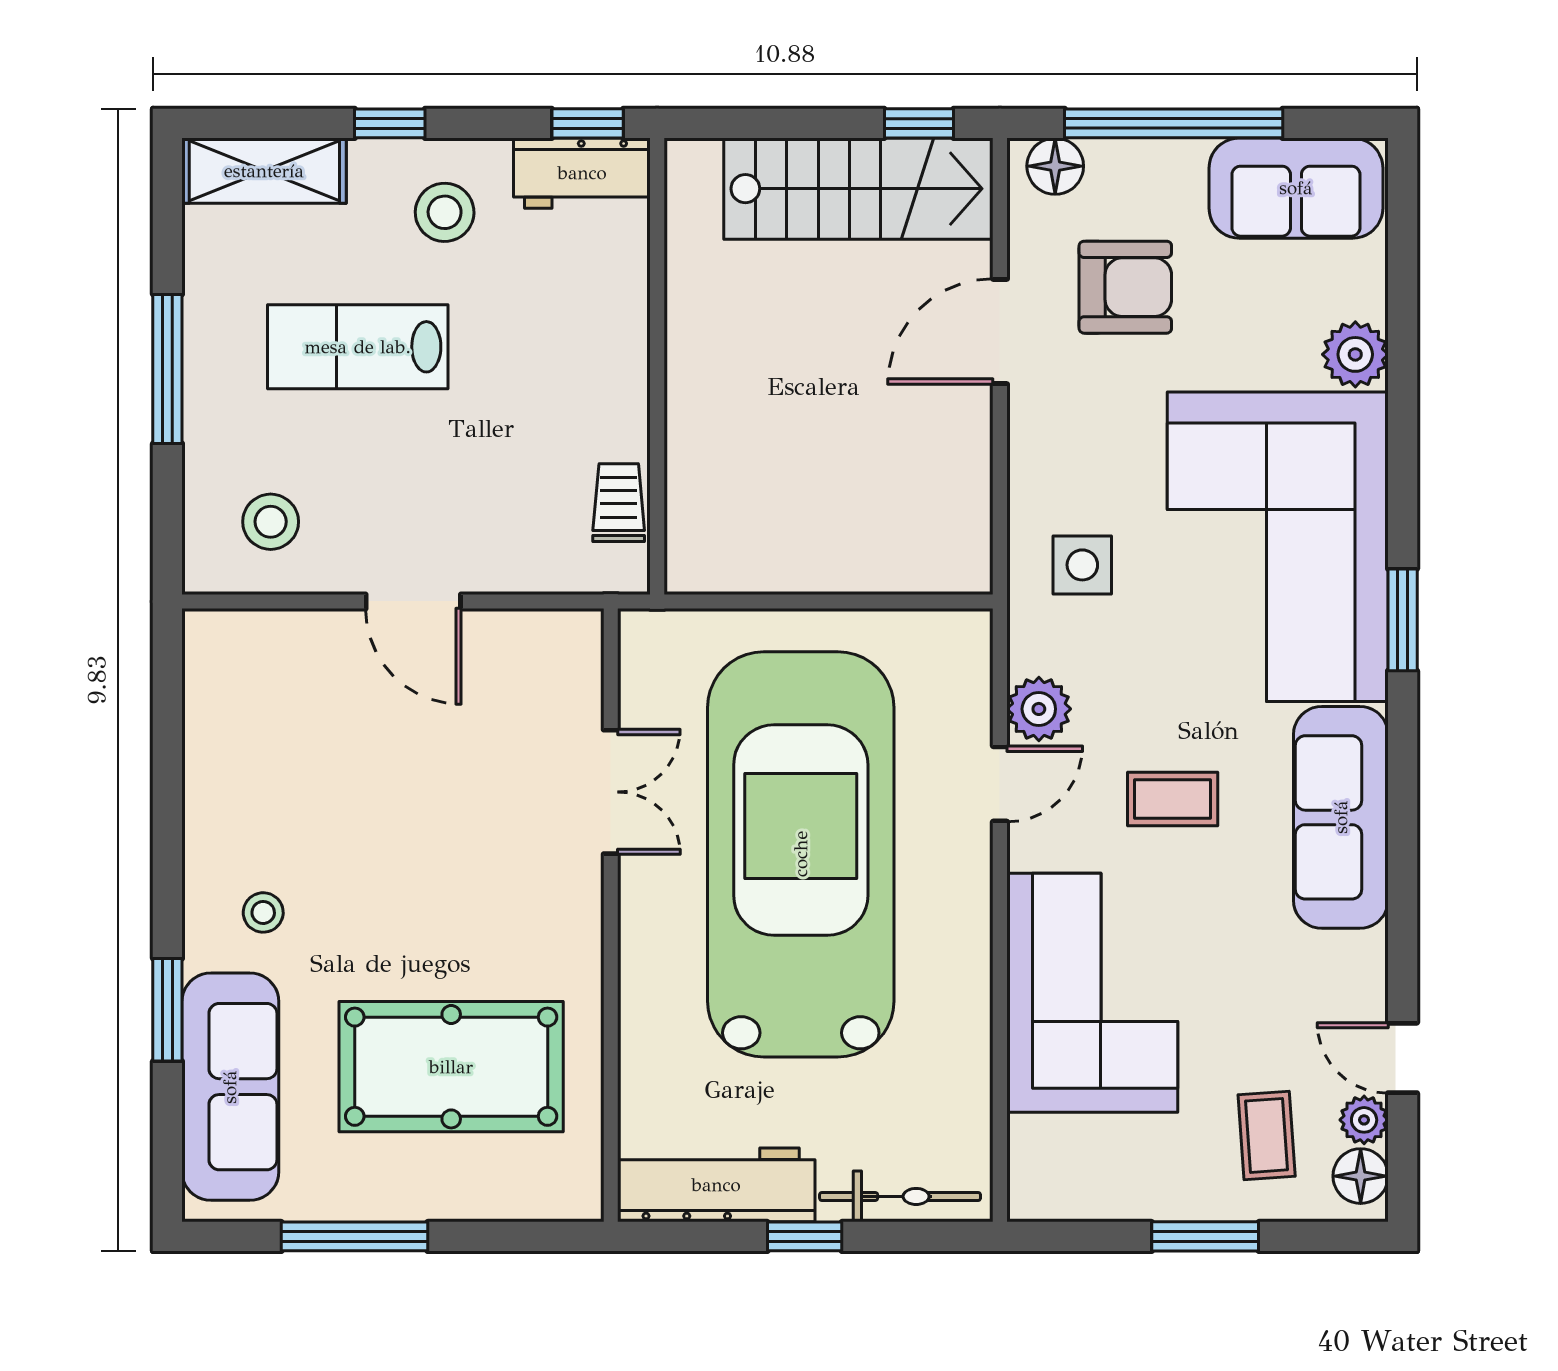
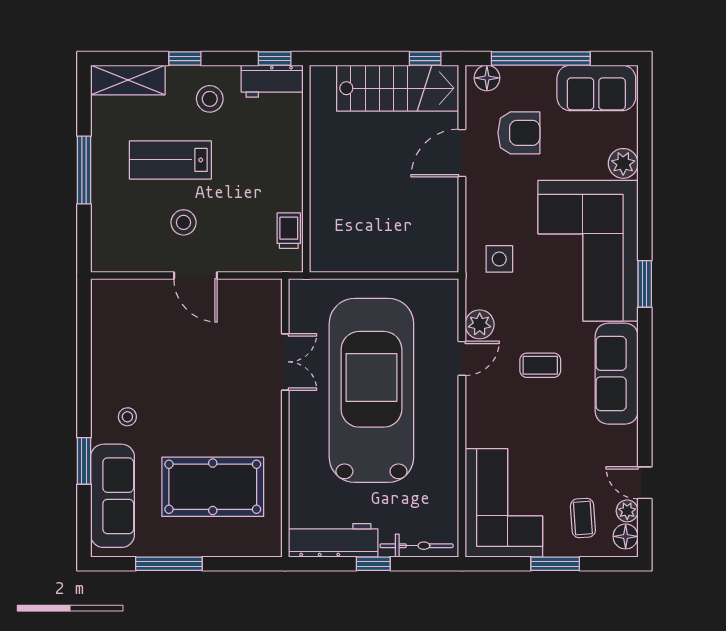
stool: (271, 522) -> (184, 222), moved
corner sofa: (1092, 993) -> (504, 503), moved

